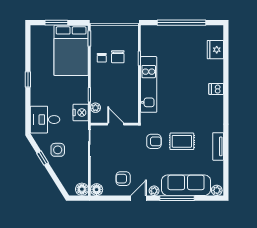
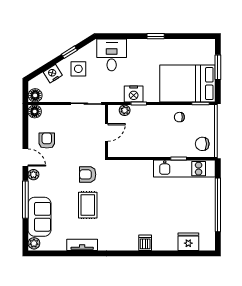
chair: (118, 57) -> (202, 144), moved
kitchen unit: (149, 84) -> (184, 169), moved
nightstand: (81, 112) -> (134, 94), moved
armchair: (154, 141) -> (88, 174), turned 90
nightstand: (62, 173) -> (53, 74), added
sofa: (186, 185) -> (40, 217), width x0.73

